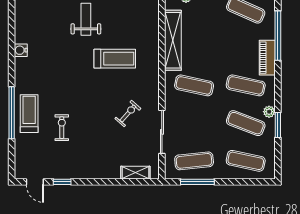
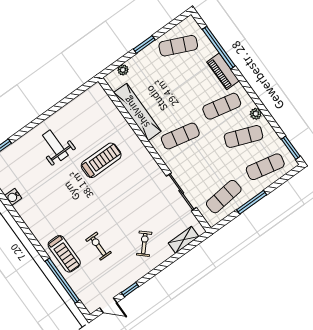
water cooler: (21, 50) -> (13, 197), moved
window: (12, 113) -> (62, 281), moved
treadmill: (29, 114) -> (64, 254), turned 180
exercise bike: (128, 114) -> (144, 244), moved
window: (278, 125) -> (291, 148), moved
window: (197, 182) -> (252, 202), moved

